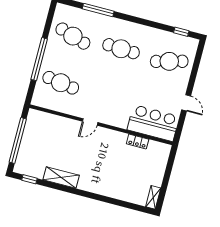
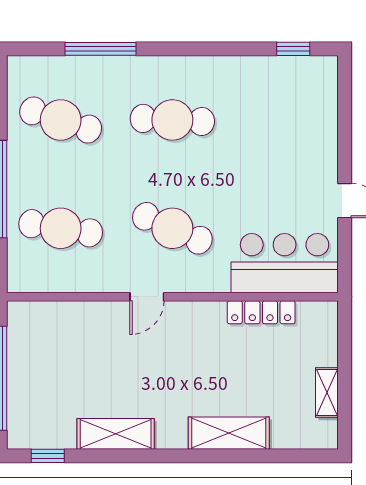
cafe table: (169, 61) -> (172, 228), moved, turned 39
locker: (138, 142) -> (261, 312), width x1.53
shelving: (110, 190) -> (229, 433), added
shelving: (153, 197) -> (327, 393), moved

